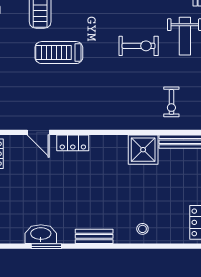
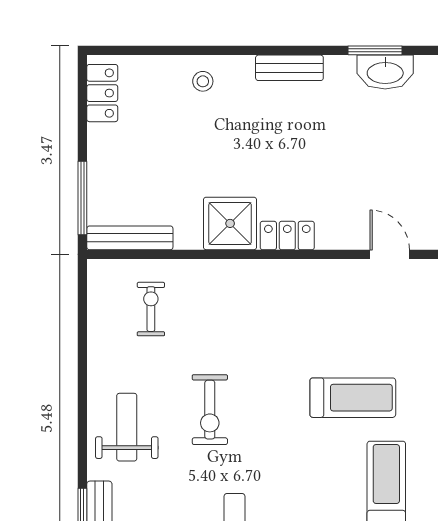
exercise bike: (139, 46) -> (210, 410), turned -90
locker: (73, 143) -> (287, 236), moved
shower: (143, 150) -> (230, 223), moved

